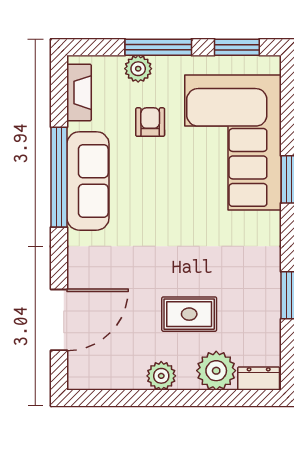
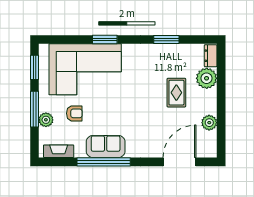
armchair: (150, 122) -> (74, 113), turned 180
sofa: (88, 181) -> (106, 146), width x0.73
door: (59, 320) -> (179, 162), hinge flipped
plant: (161, 376) -> (209, 123), moved

